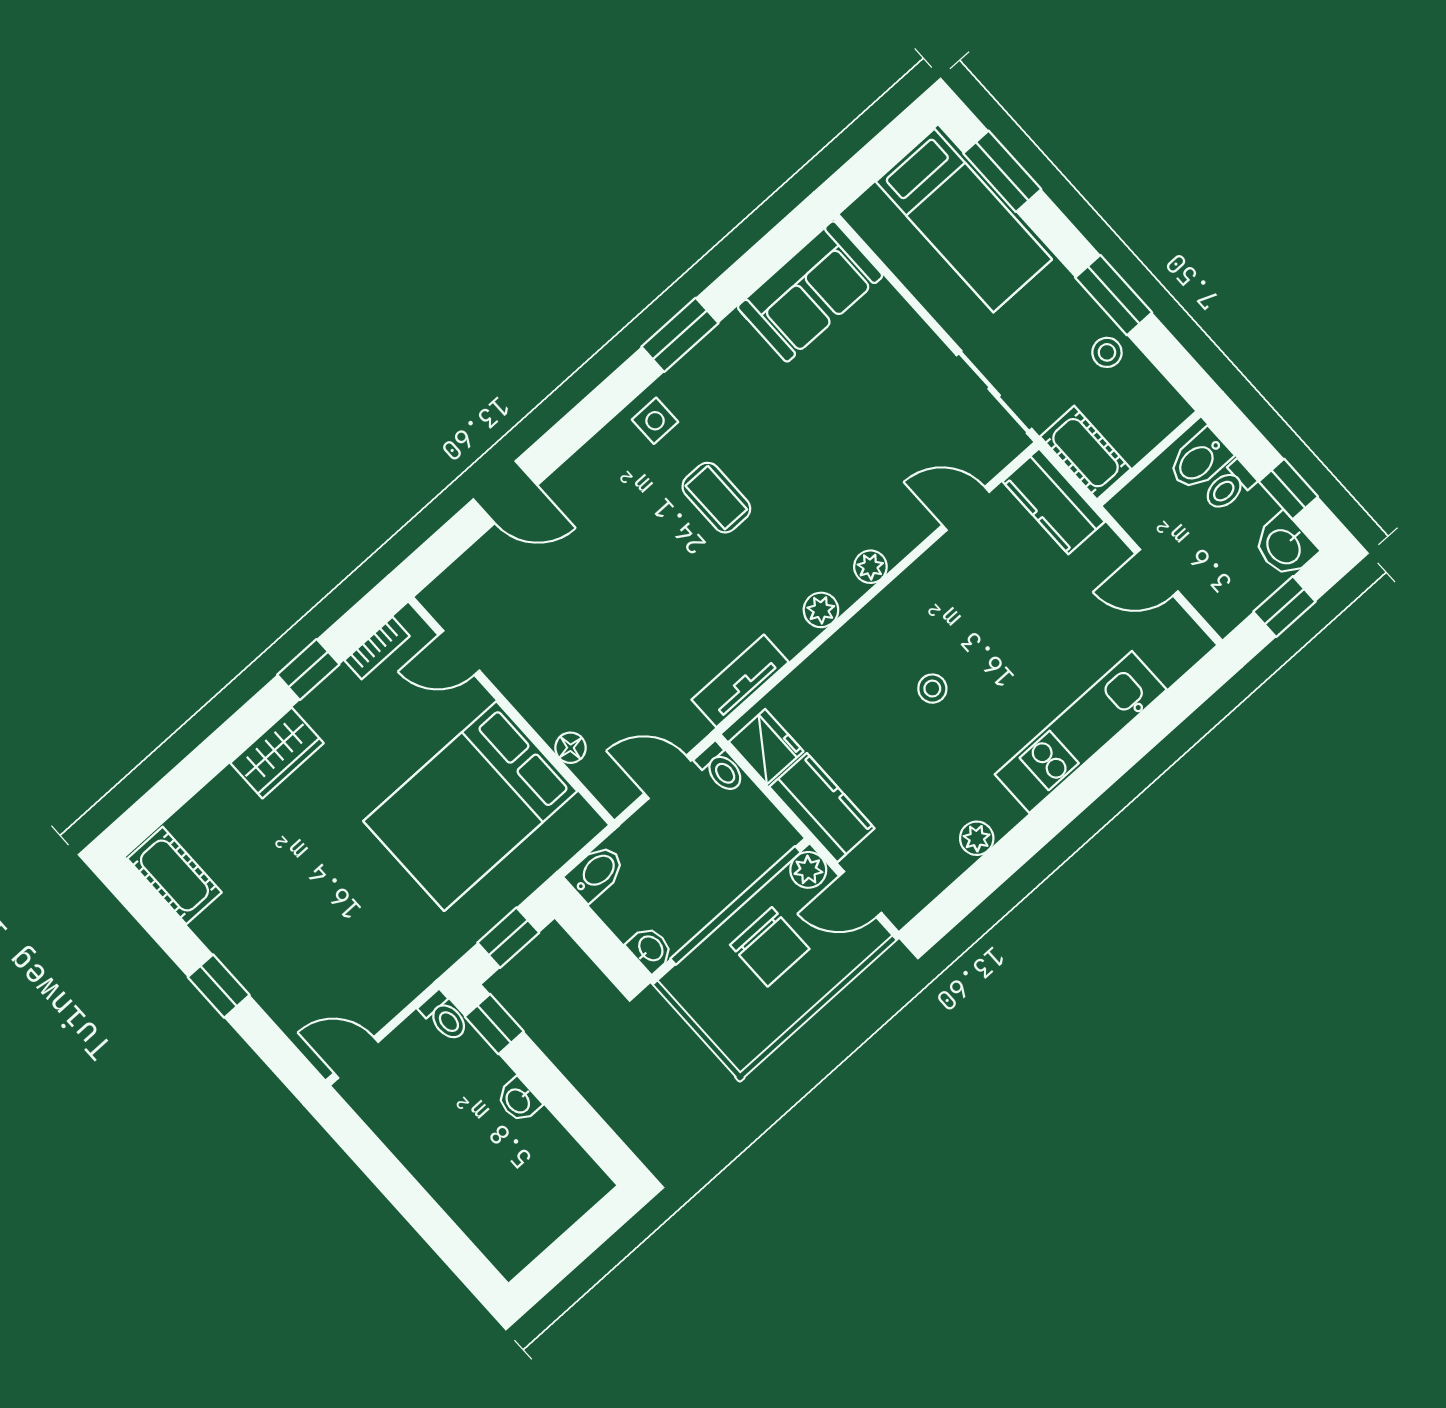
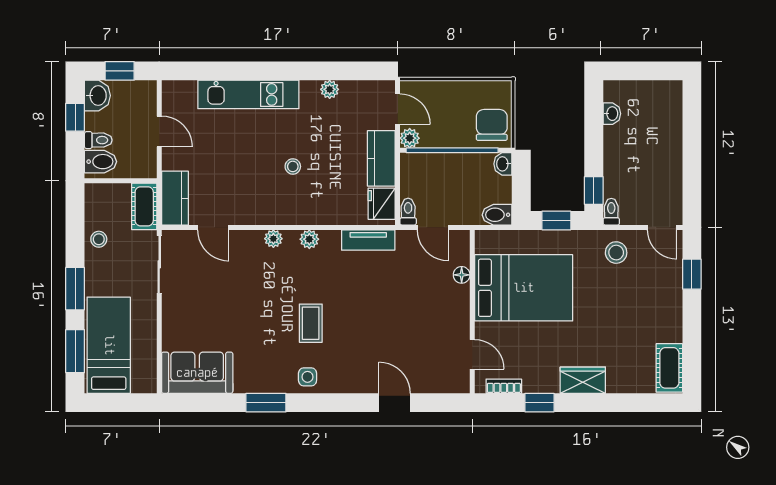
window: (1114, 295) -> (75, 289), moved
chair: (770, 947) -> (492, 125), moved
stool: (388, 967) -> (616, 253), added
window: (219, 986) -> (692, 274), moved
washbasin: (518, 1100) -> (612, 114), moved

